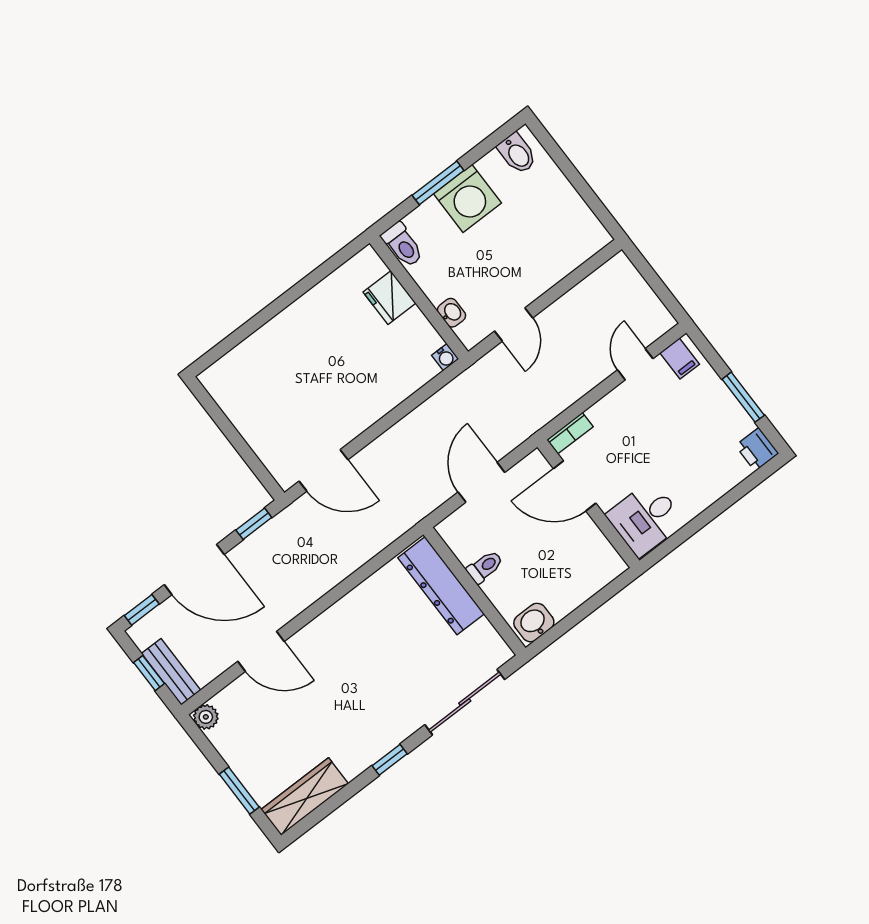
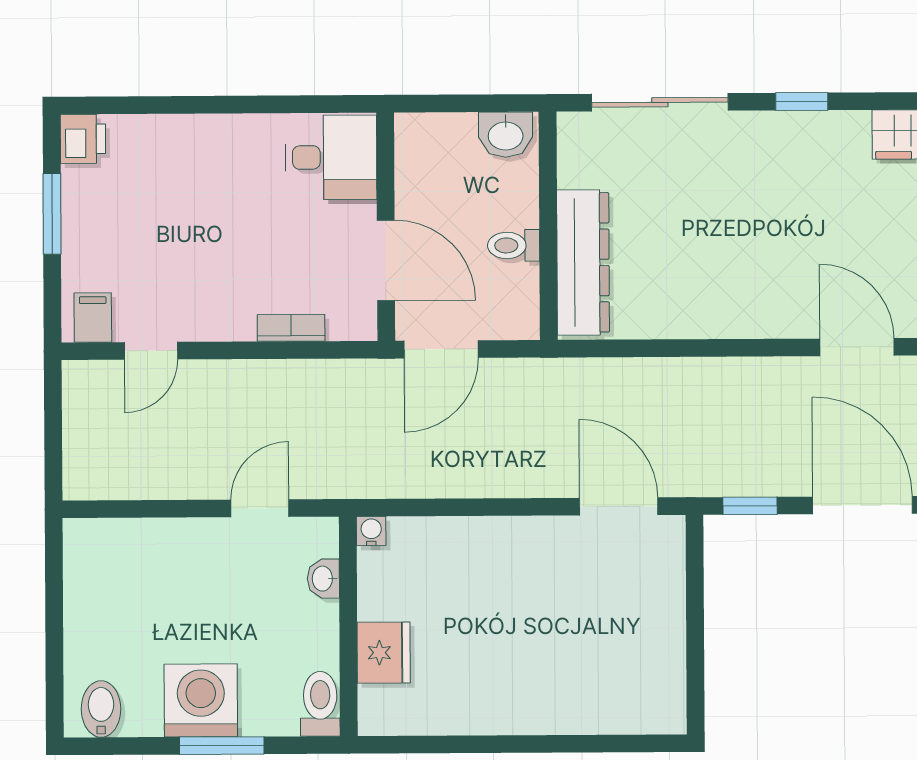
door: (575, 486) -> (386, 260), moved
wall: (588, 504) -> (386, 227), moved
desk: (645, 518) -> (331, 157), moved

